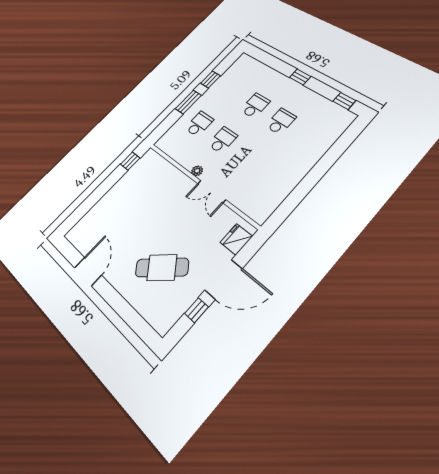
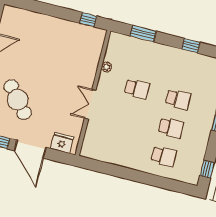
window: (188, 102) -> (143, 34), moved
school desk: (199, 124) -> (164, 156), moved
plant: (197, 171) -> (106, 67), moved

